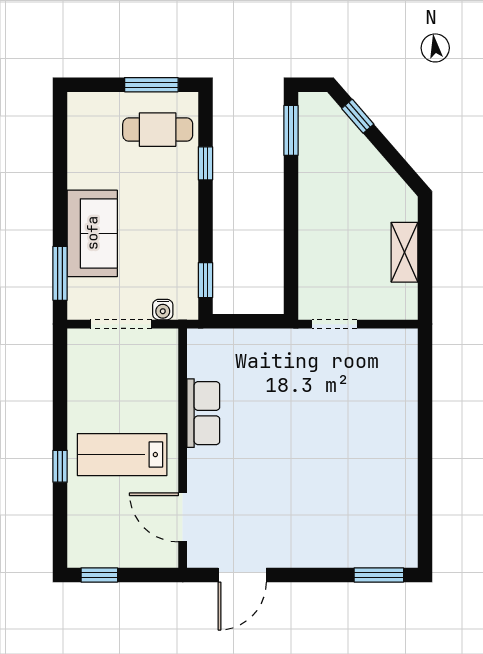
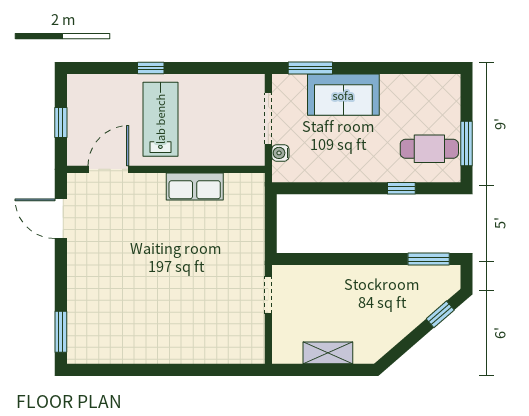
cafe table: (158, 130) -> (429, 149), turned 90
window: (205, 280) -> (305, 188), removed
window: (99, 575) -> (61, 122), moved

